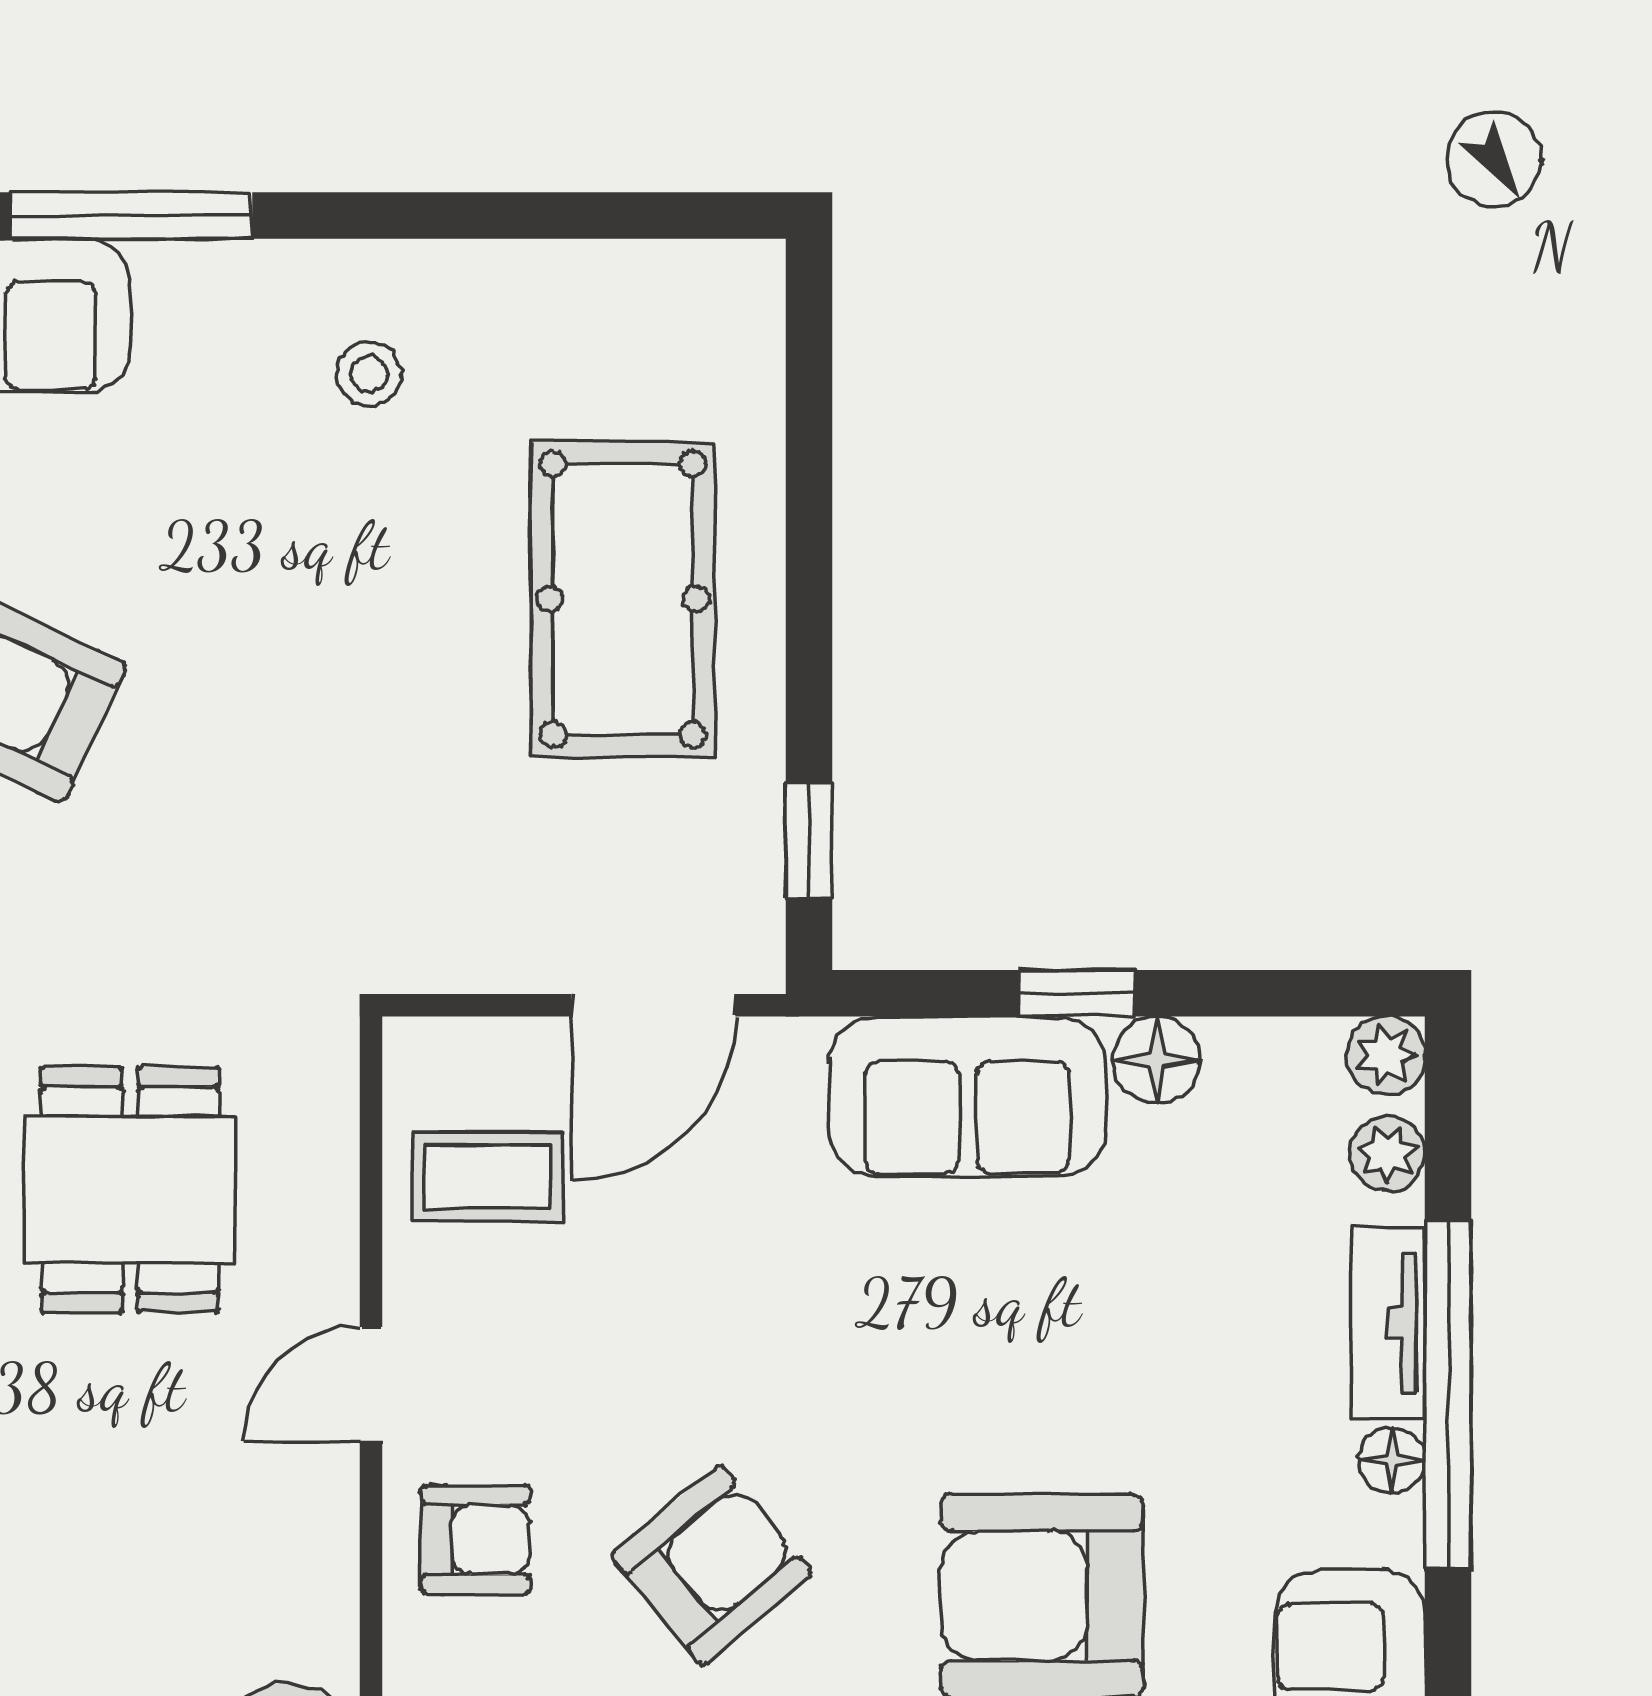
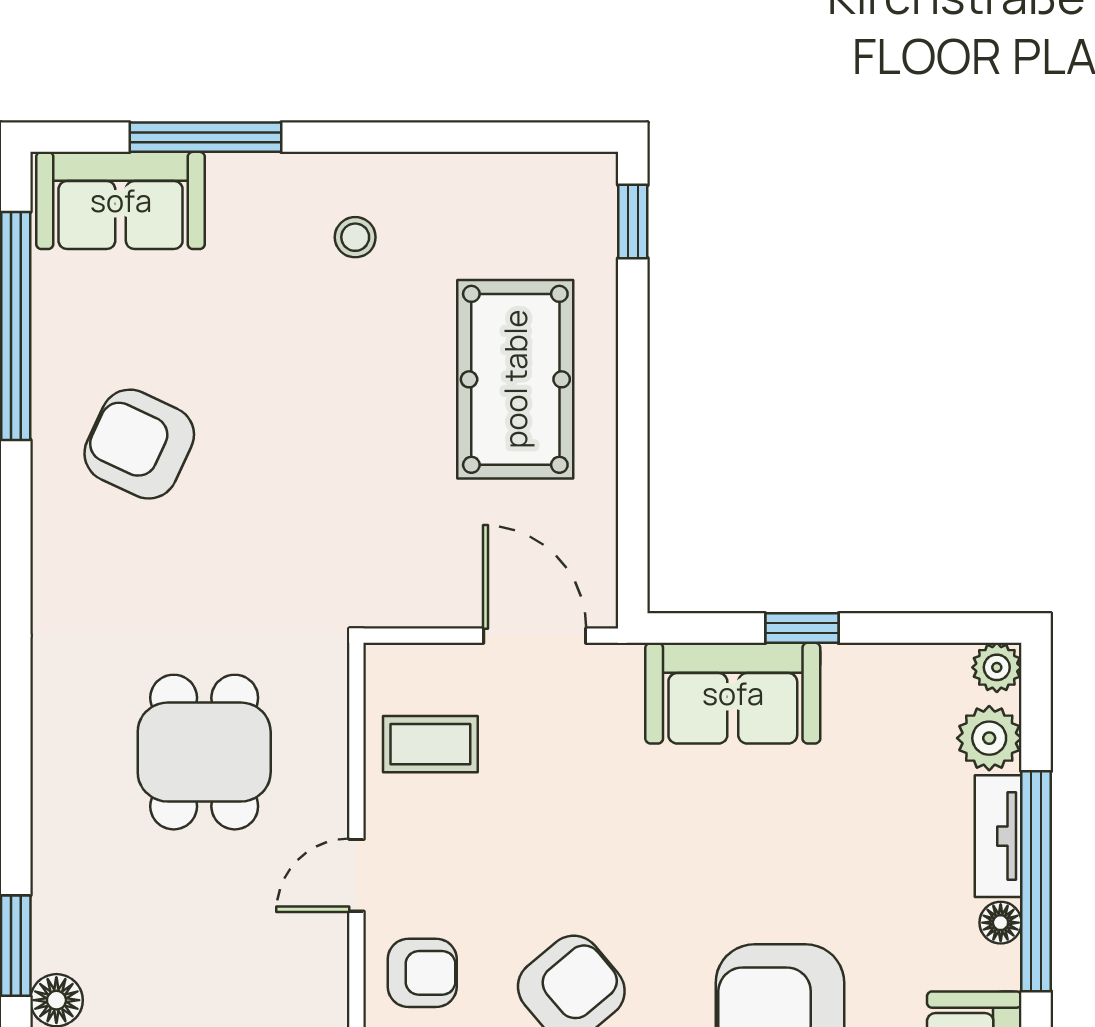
window: (809, 841) -> (633, 222), moved
door: (653, 1005) -> (535, 636), swing flipped
floor lamp: (1157, 1060) -> (852, 670), removed
plant: (1388, 1154) -> (989, 738), width x1.38, depth x1.38

